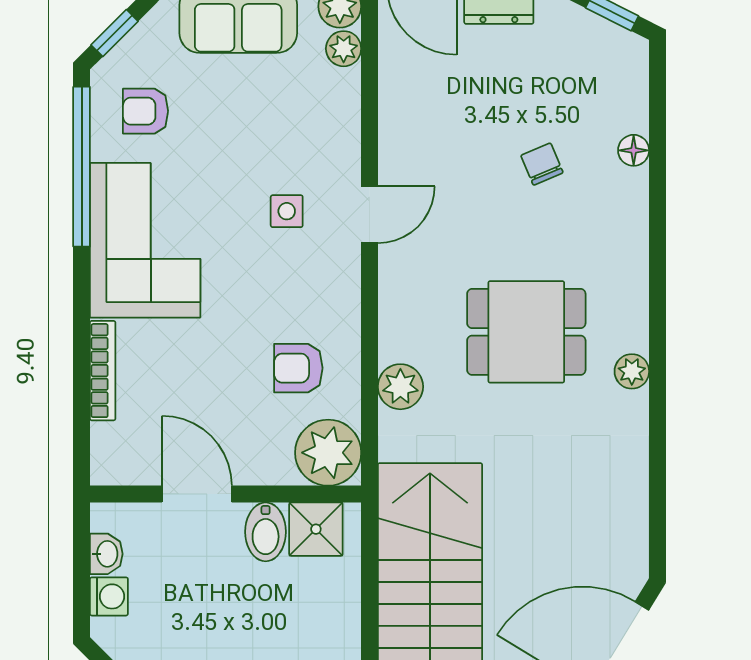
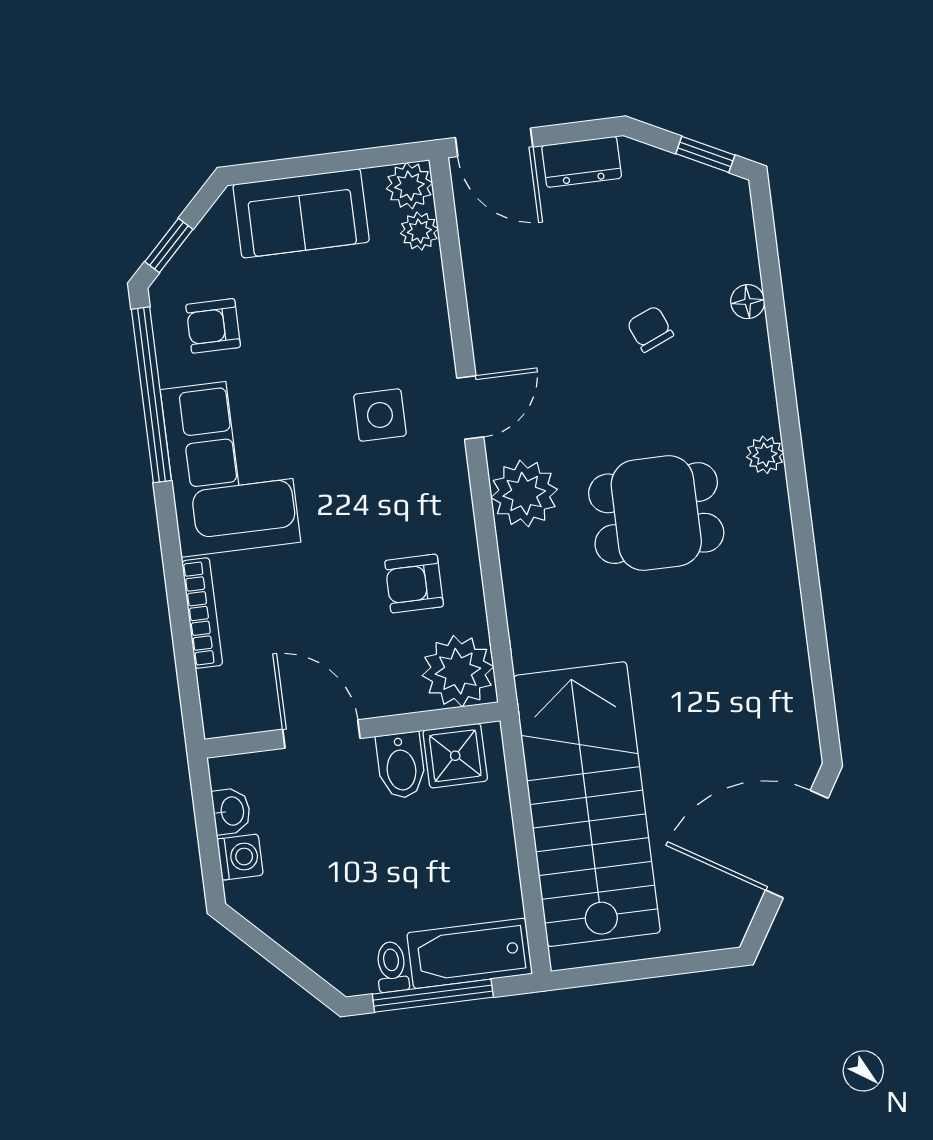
side table: (287, 211) -> (380, 415), width x1.37, depth x1.37
plant: (632, 371) -> (765, 455), moved
plant: (400, 387) -> (524, 494), moved, width x1.36, depth x1.36

